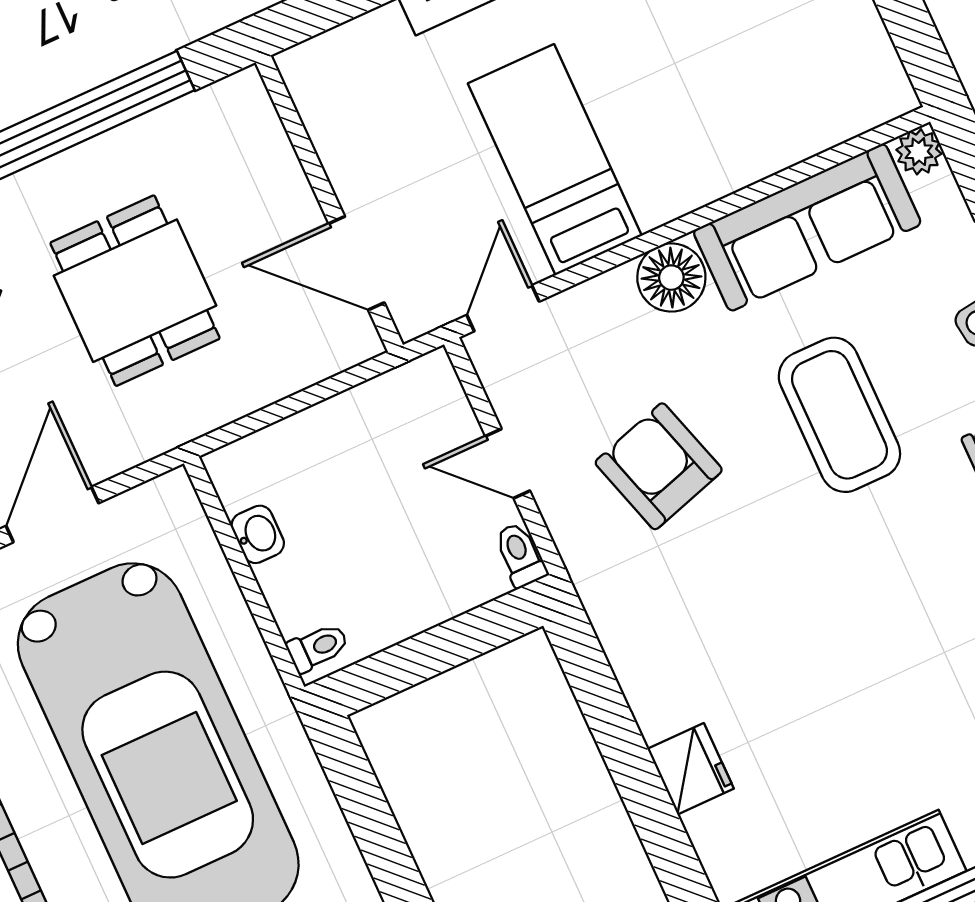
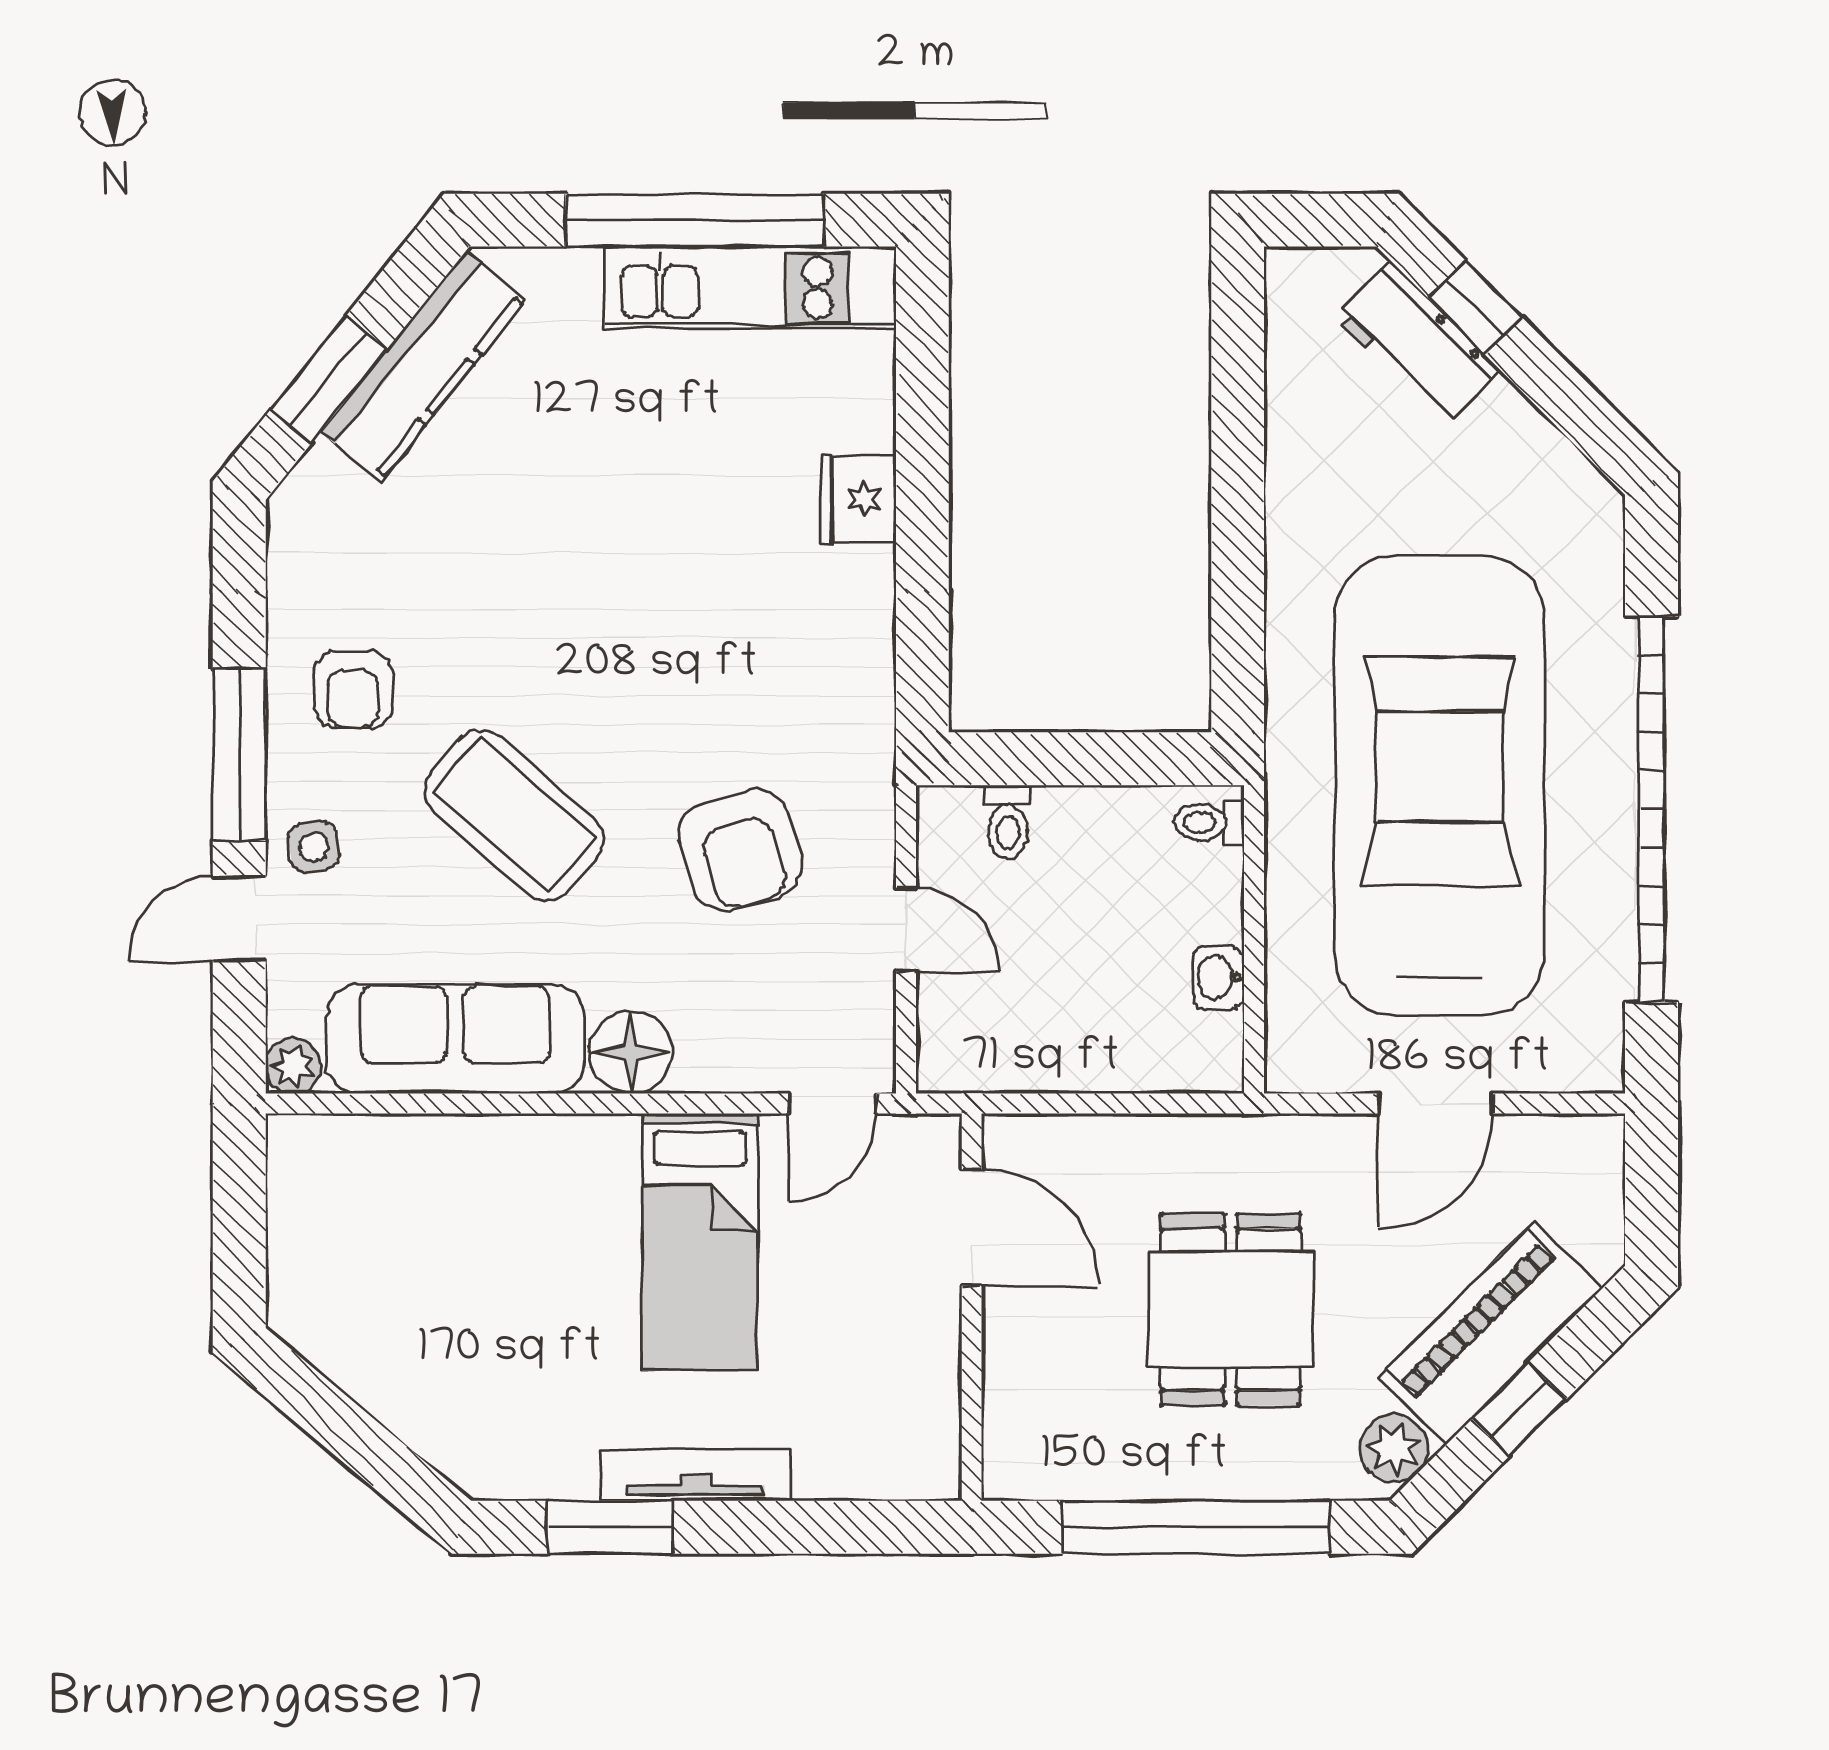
coffee table: (839, 415) -> (514, 815), turned -49
toilet: (520, 555) -> (1008, 822), moved

